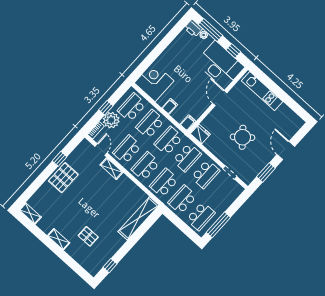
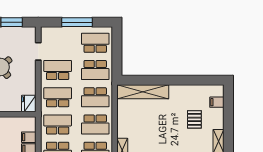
filing cabinet: (188, 123) -> (29, 137), moved
school desk: (169, 141) -> (58, 124), turned 180
window: (218, 225) -> (77, 22), moved
filing cabinet: (86, 262) -> (217, 102), added
window: (110, 266) -> (202, 80), removed

